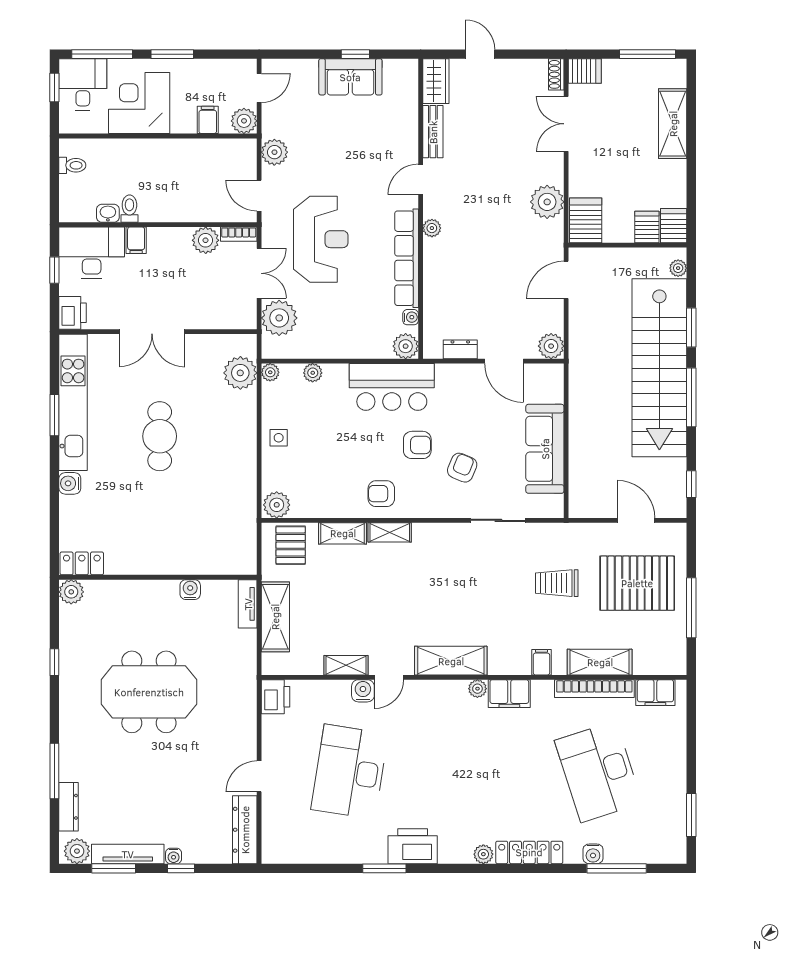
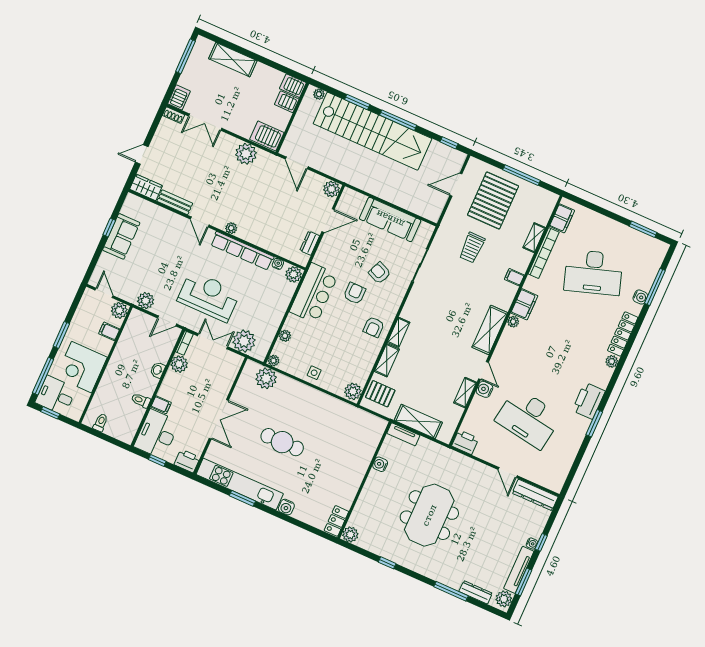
washbasin: (108, 213) -> (158, 370), moved
shelving: (600, 662) -> (534, 238), width x0.67, depth x0.75

